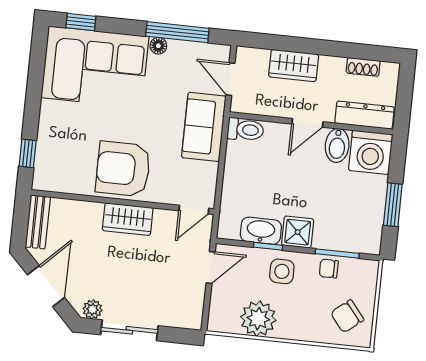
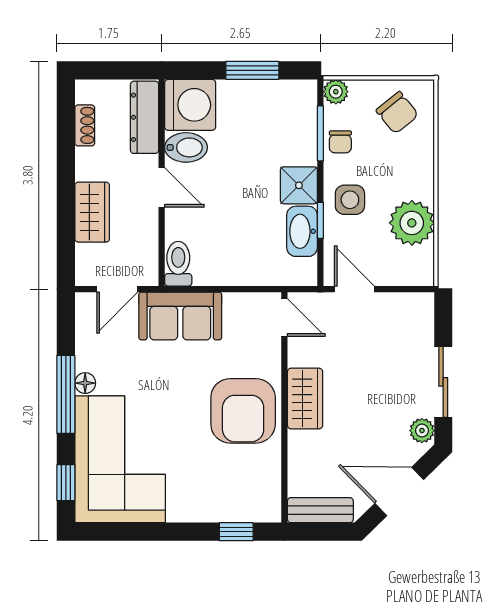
window: (177, 32) -> (66, 394), moved
plant: (369, 269) -> (336, 92), added

